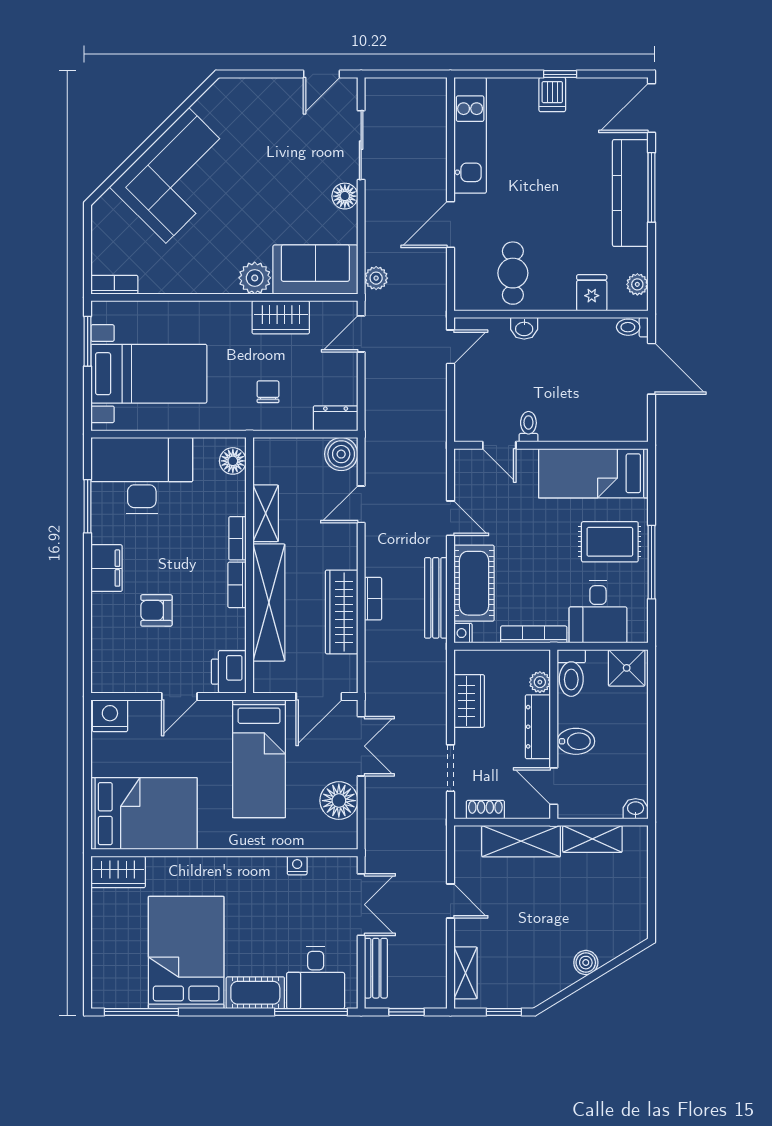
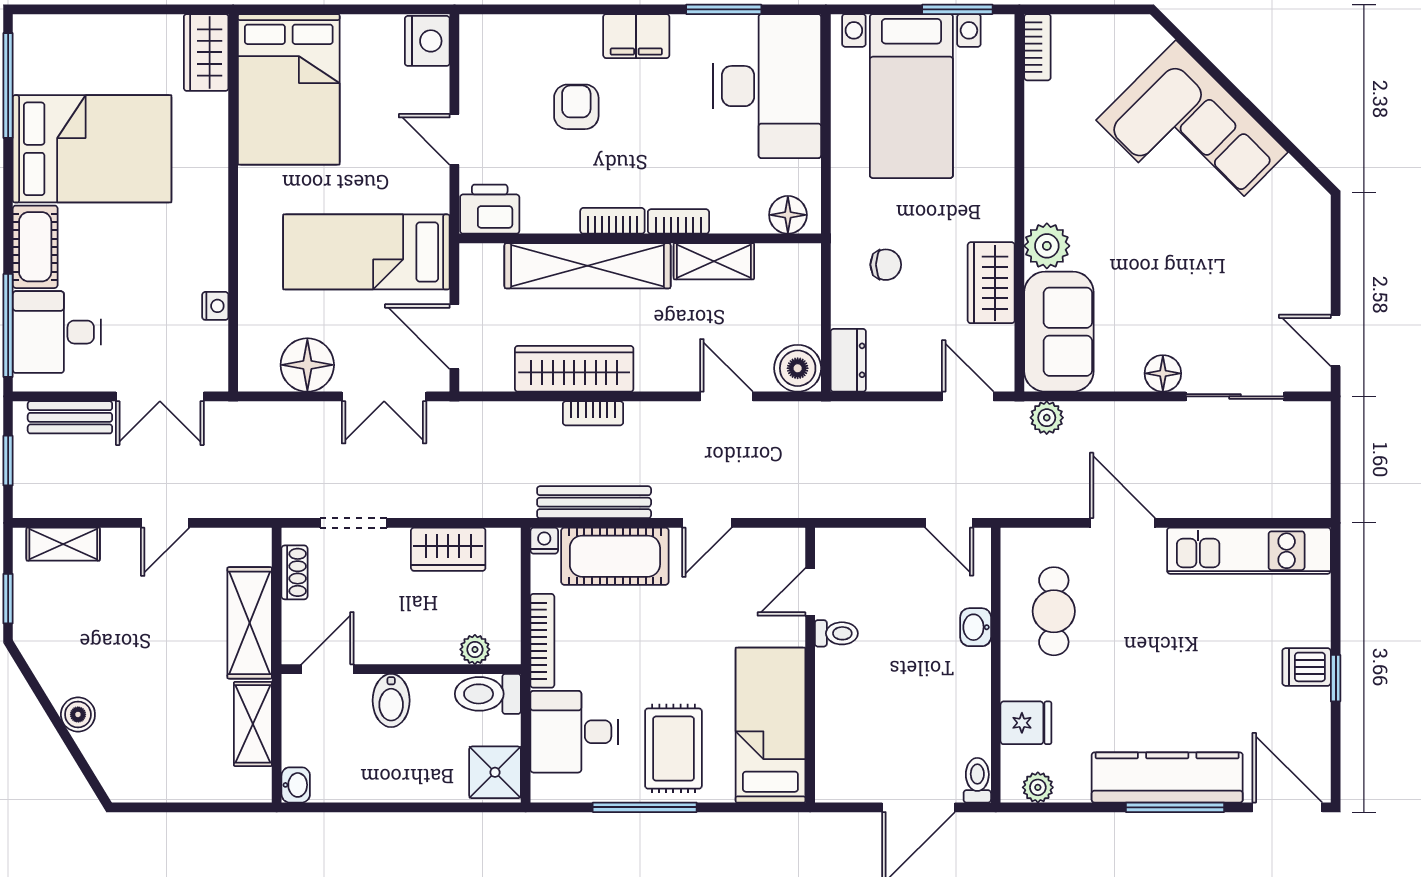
cafe table: (513, 273) -> (1054, 611), turned 90
dresser: (538, 727) -> (412, 647), removed

